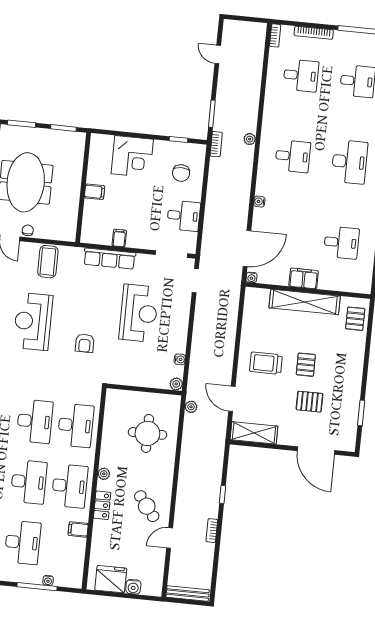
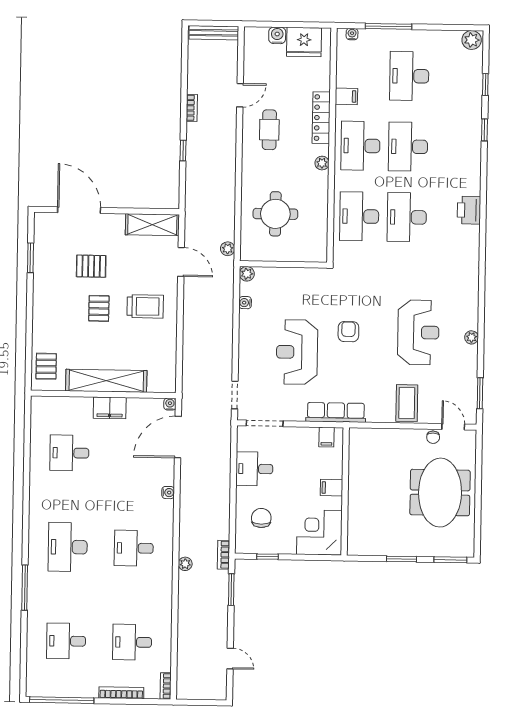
wall: (83, 188) -> (345, 491), moved
filing cabinet: (95, 192) -> (331, 488), moved
armchair: (85, 343) -> (348, 332), moved
locker: (102, 505) -> (321, 118), width x1.53
cafe table: (147, 506) -> (269, 130), turned 38
water cooler: (48, 580) -> (352, 34), moved

